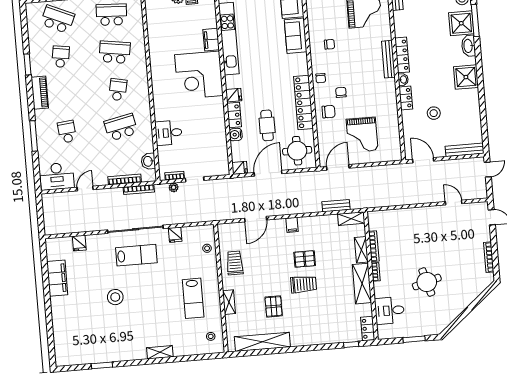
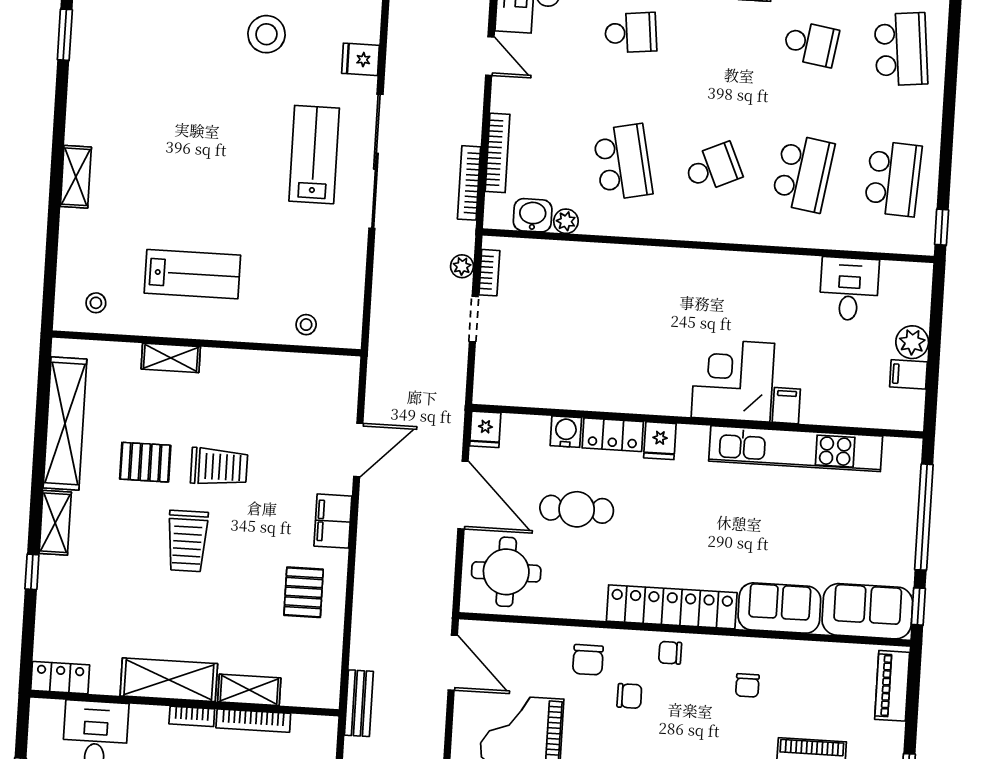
school desk: (58, 19) -> (901, 49), turned -30
filing cabinet: (211, 40) -> (786, 406), width x0.50
corner desk: (199, 75) -> (733, 380), width x0.74, depth x0.74
school desk: (118, 90) -> (713, 168), turned -36
locker: (303, 103) -> (672, 607), moved
desk: (169, 133) -> (849, 289), moved
plant: (149, 147) -> (566, 221), added
bench: (336, 206) -> (359, 703), moved
door: (256, 219) -> (358, 450), swing flipped
shelving: (351, 219) -> (55, 523), moved
filing cabinet: (292, 225) -> (333, 521), width x2.00
fridge: (175, 235) -> (349, 254), removed
fridge: (79, 243) -> (360, 59), moved
lab bench: (136, 255) -> (314, 155), turned 180
pallet: (305, 259) -> (304, 592), moved
trolley: (235, 263) -> (219, 467), moved
stool: (115, 297) -> (266, 34), moved
lab bench: (193, 298) -> (192, 274), turned 180
window: (351, 344) -> (32, 572), moved

